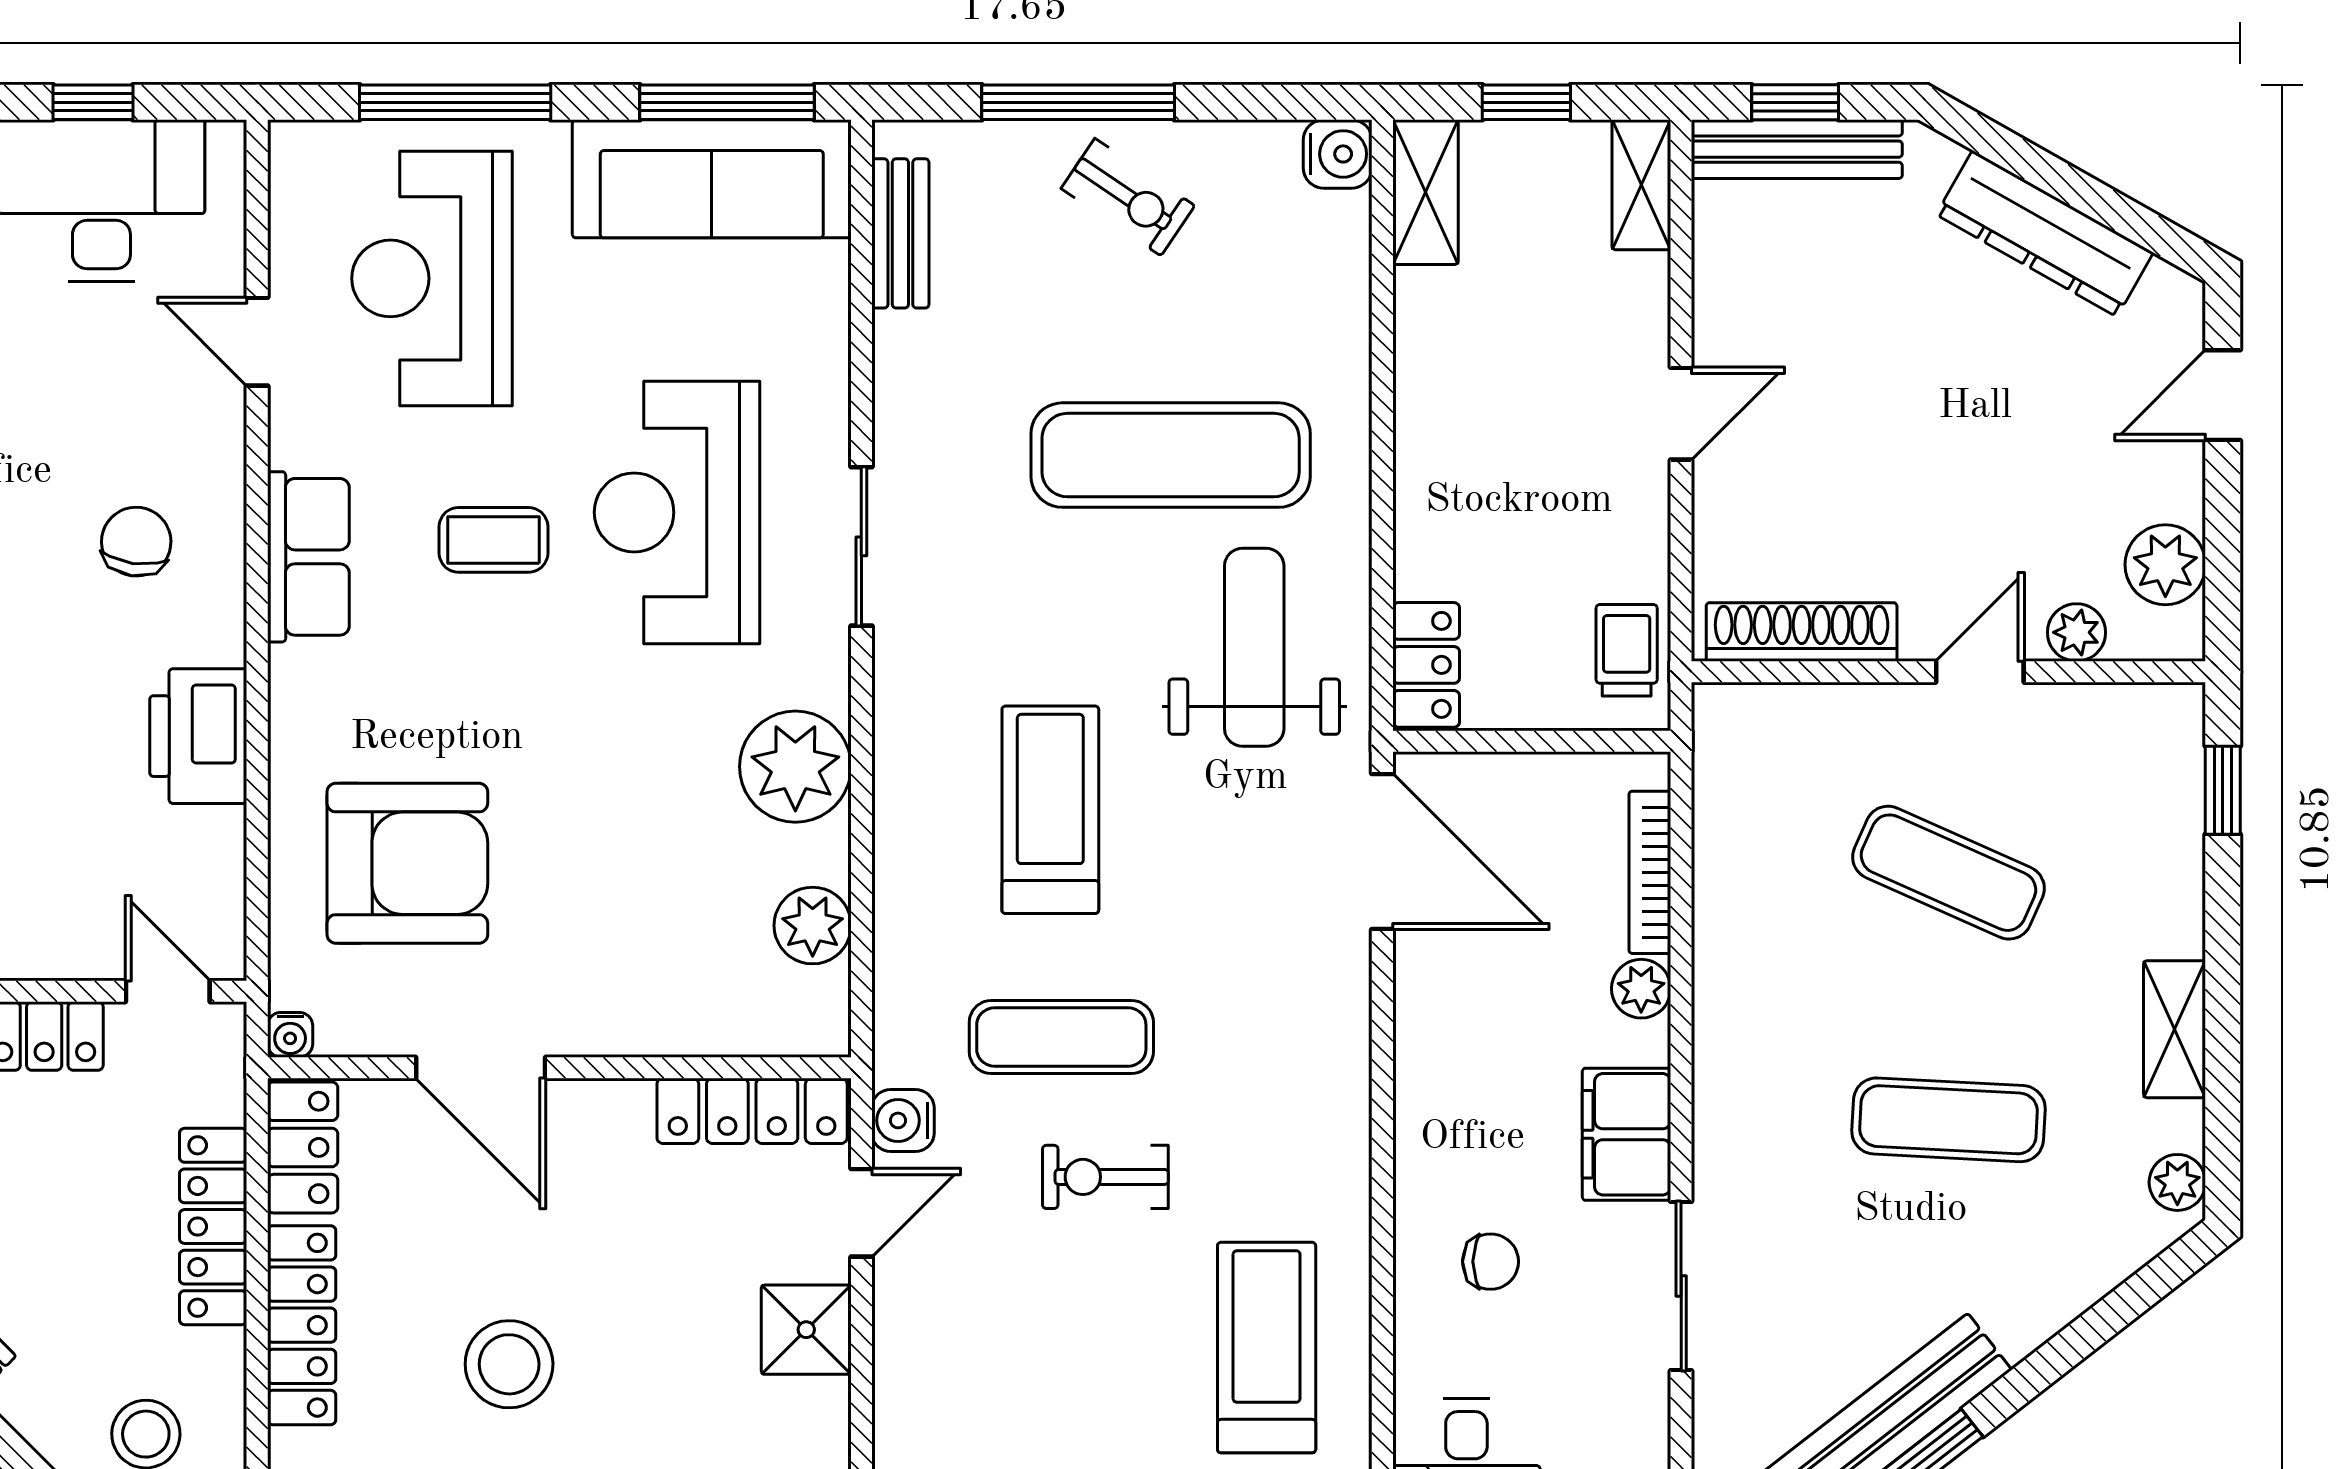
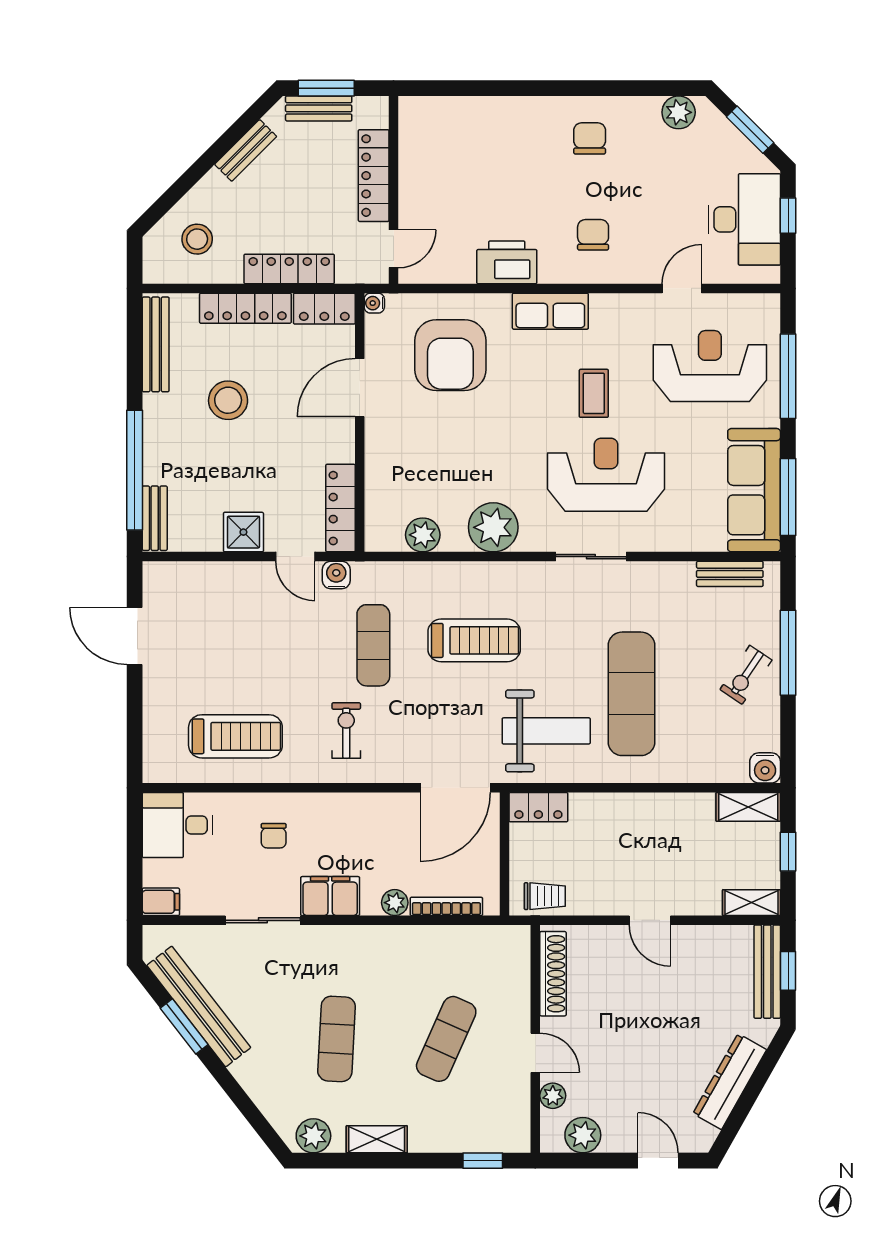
chair: (136, 542) -> (593, 235), turned -98
row of seats: (308, 557) -> (550, 311), moved
exercise bike: (1105, 1177) -> (346, 730), moved
plant: (2177, 1182) -> (313, 1136), width x1.38, depth x1.38

